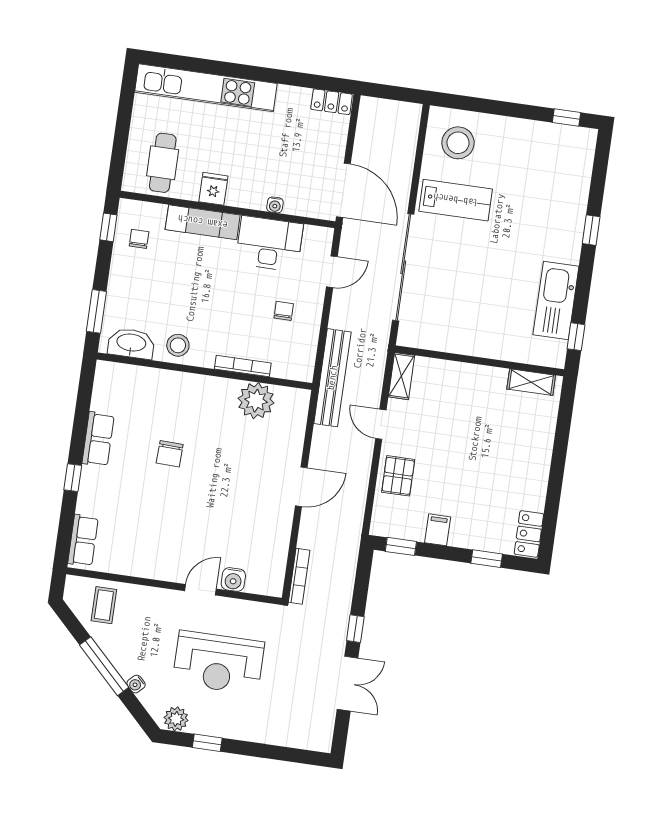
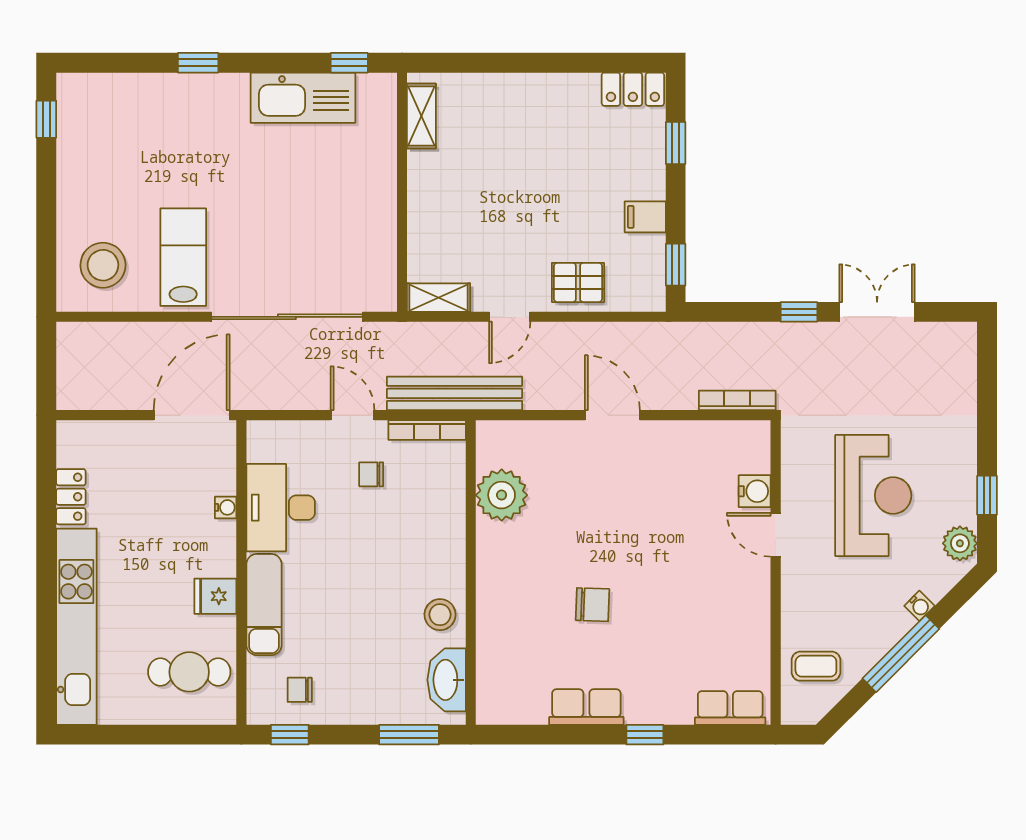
locker: (332, 102) -> (71, 497), moved
door: (332, 272) -> (353, 415), moved
bookcase: (243, 366) -> (427, 430), moved, turned -90

